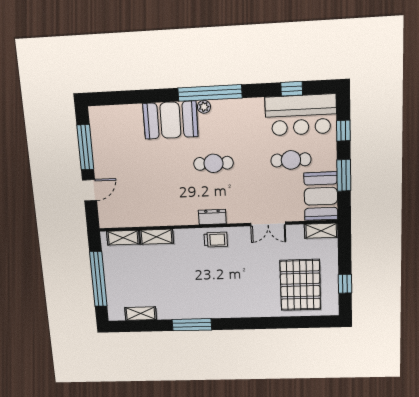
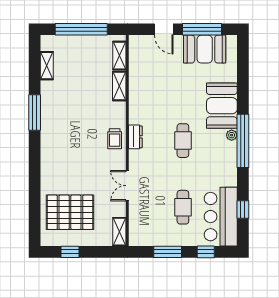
booth: (321, 196) -> (205, 49), moved

